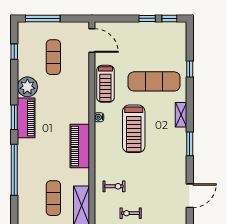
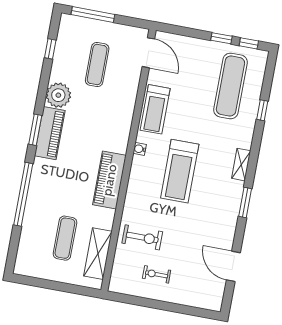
exercise mat: (154, 81) -> (230, 86), moved, turned 90
exercise bike: (114, 186) -> (142, 237), width x1.38, depth x1.39
door: (190, 196) -> (233, 266), swing flipped

